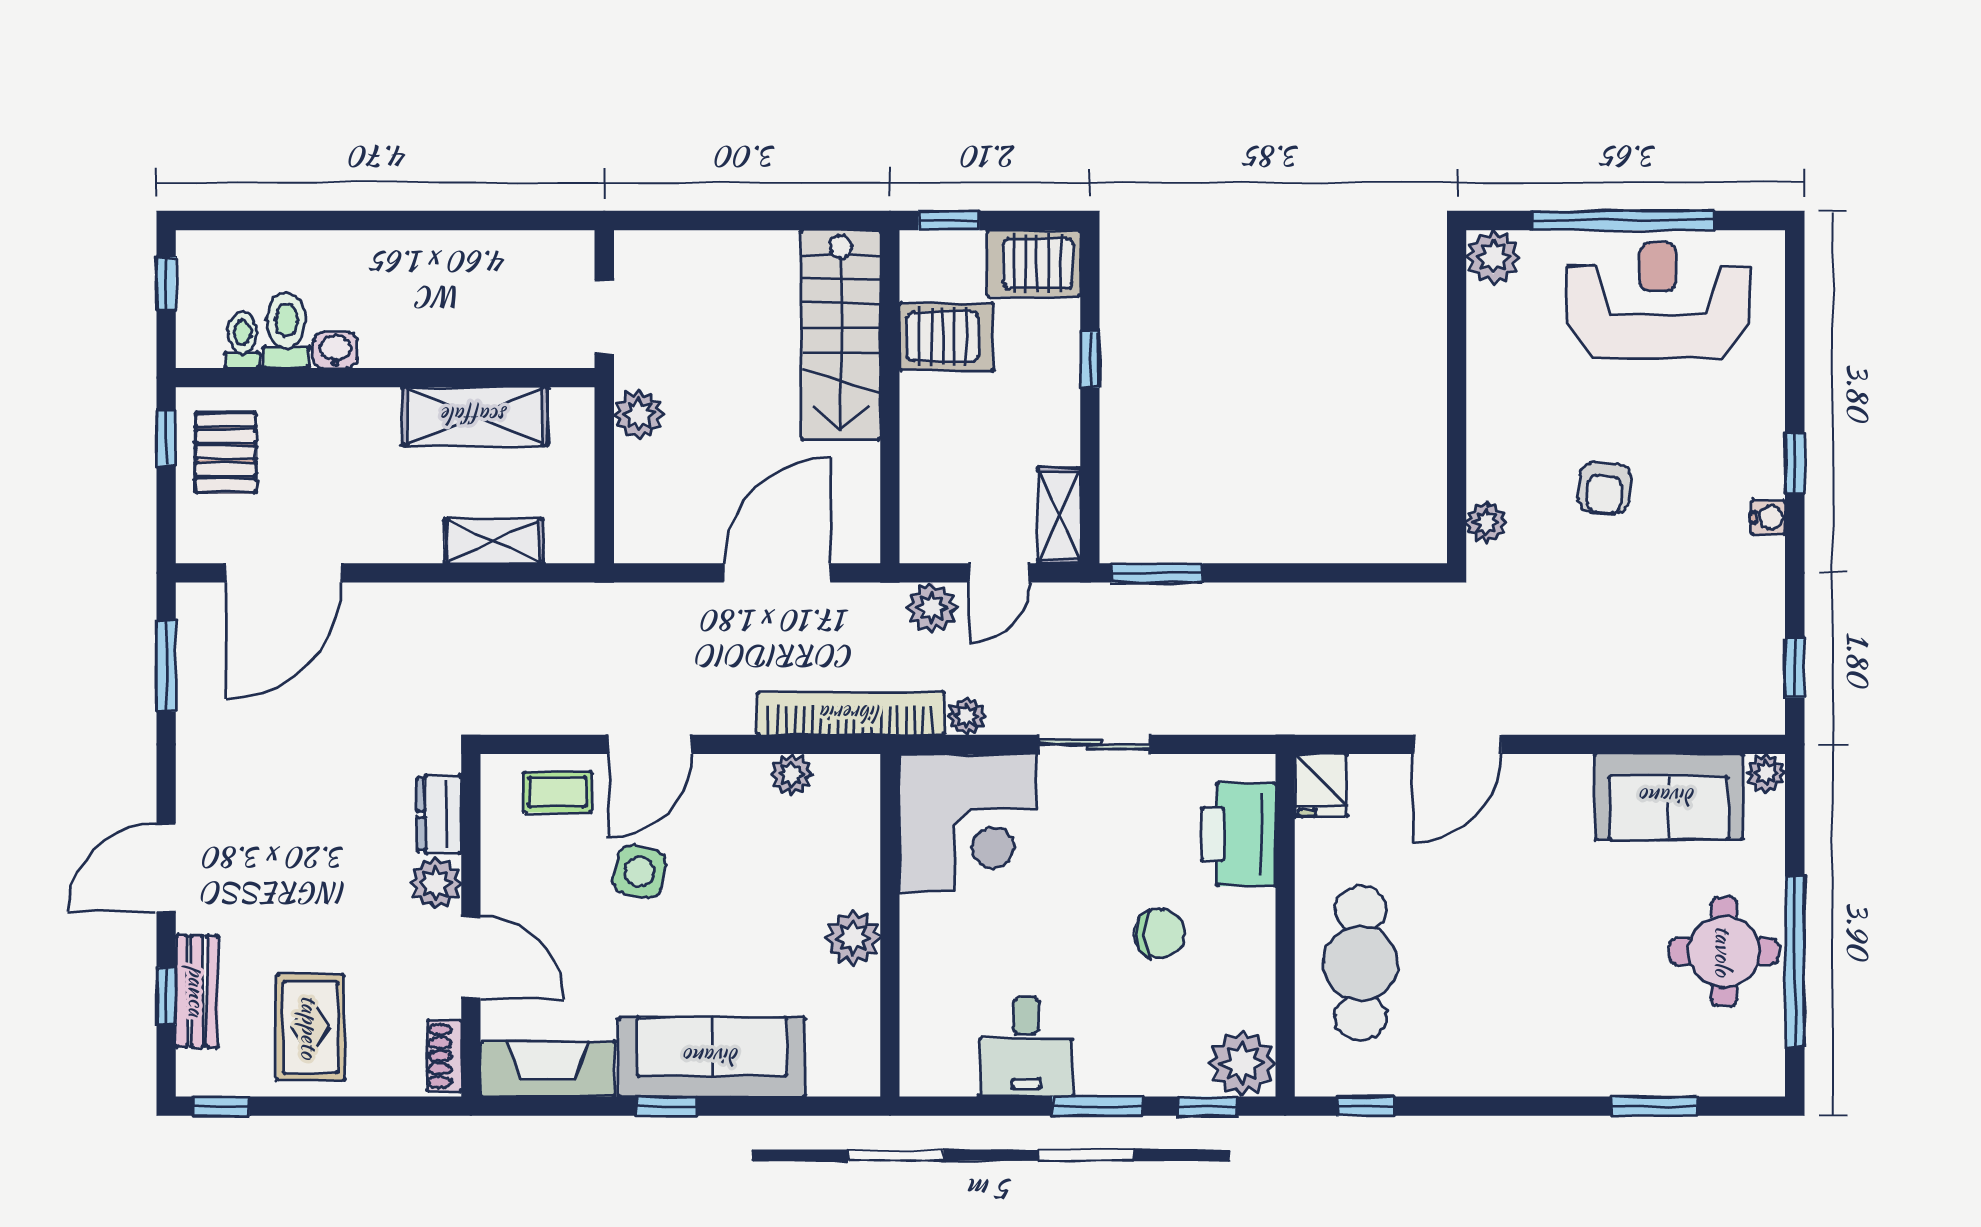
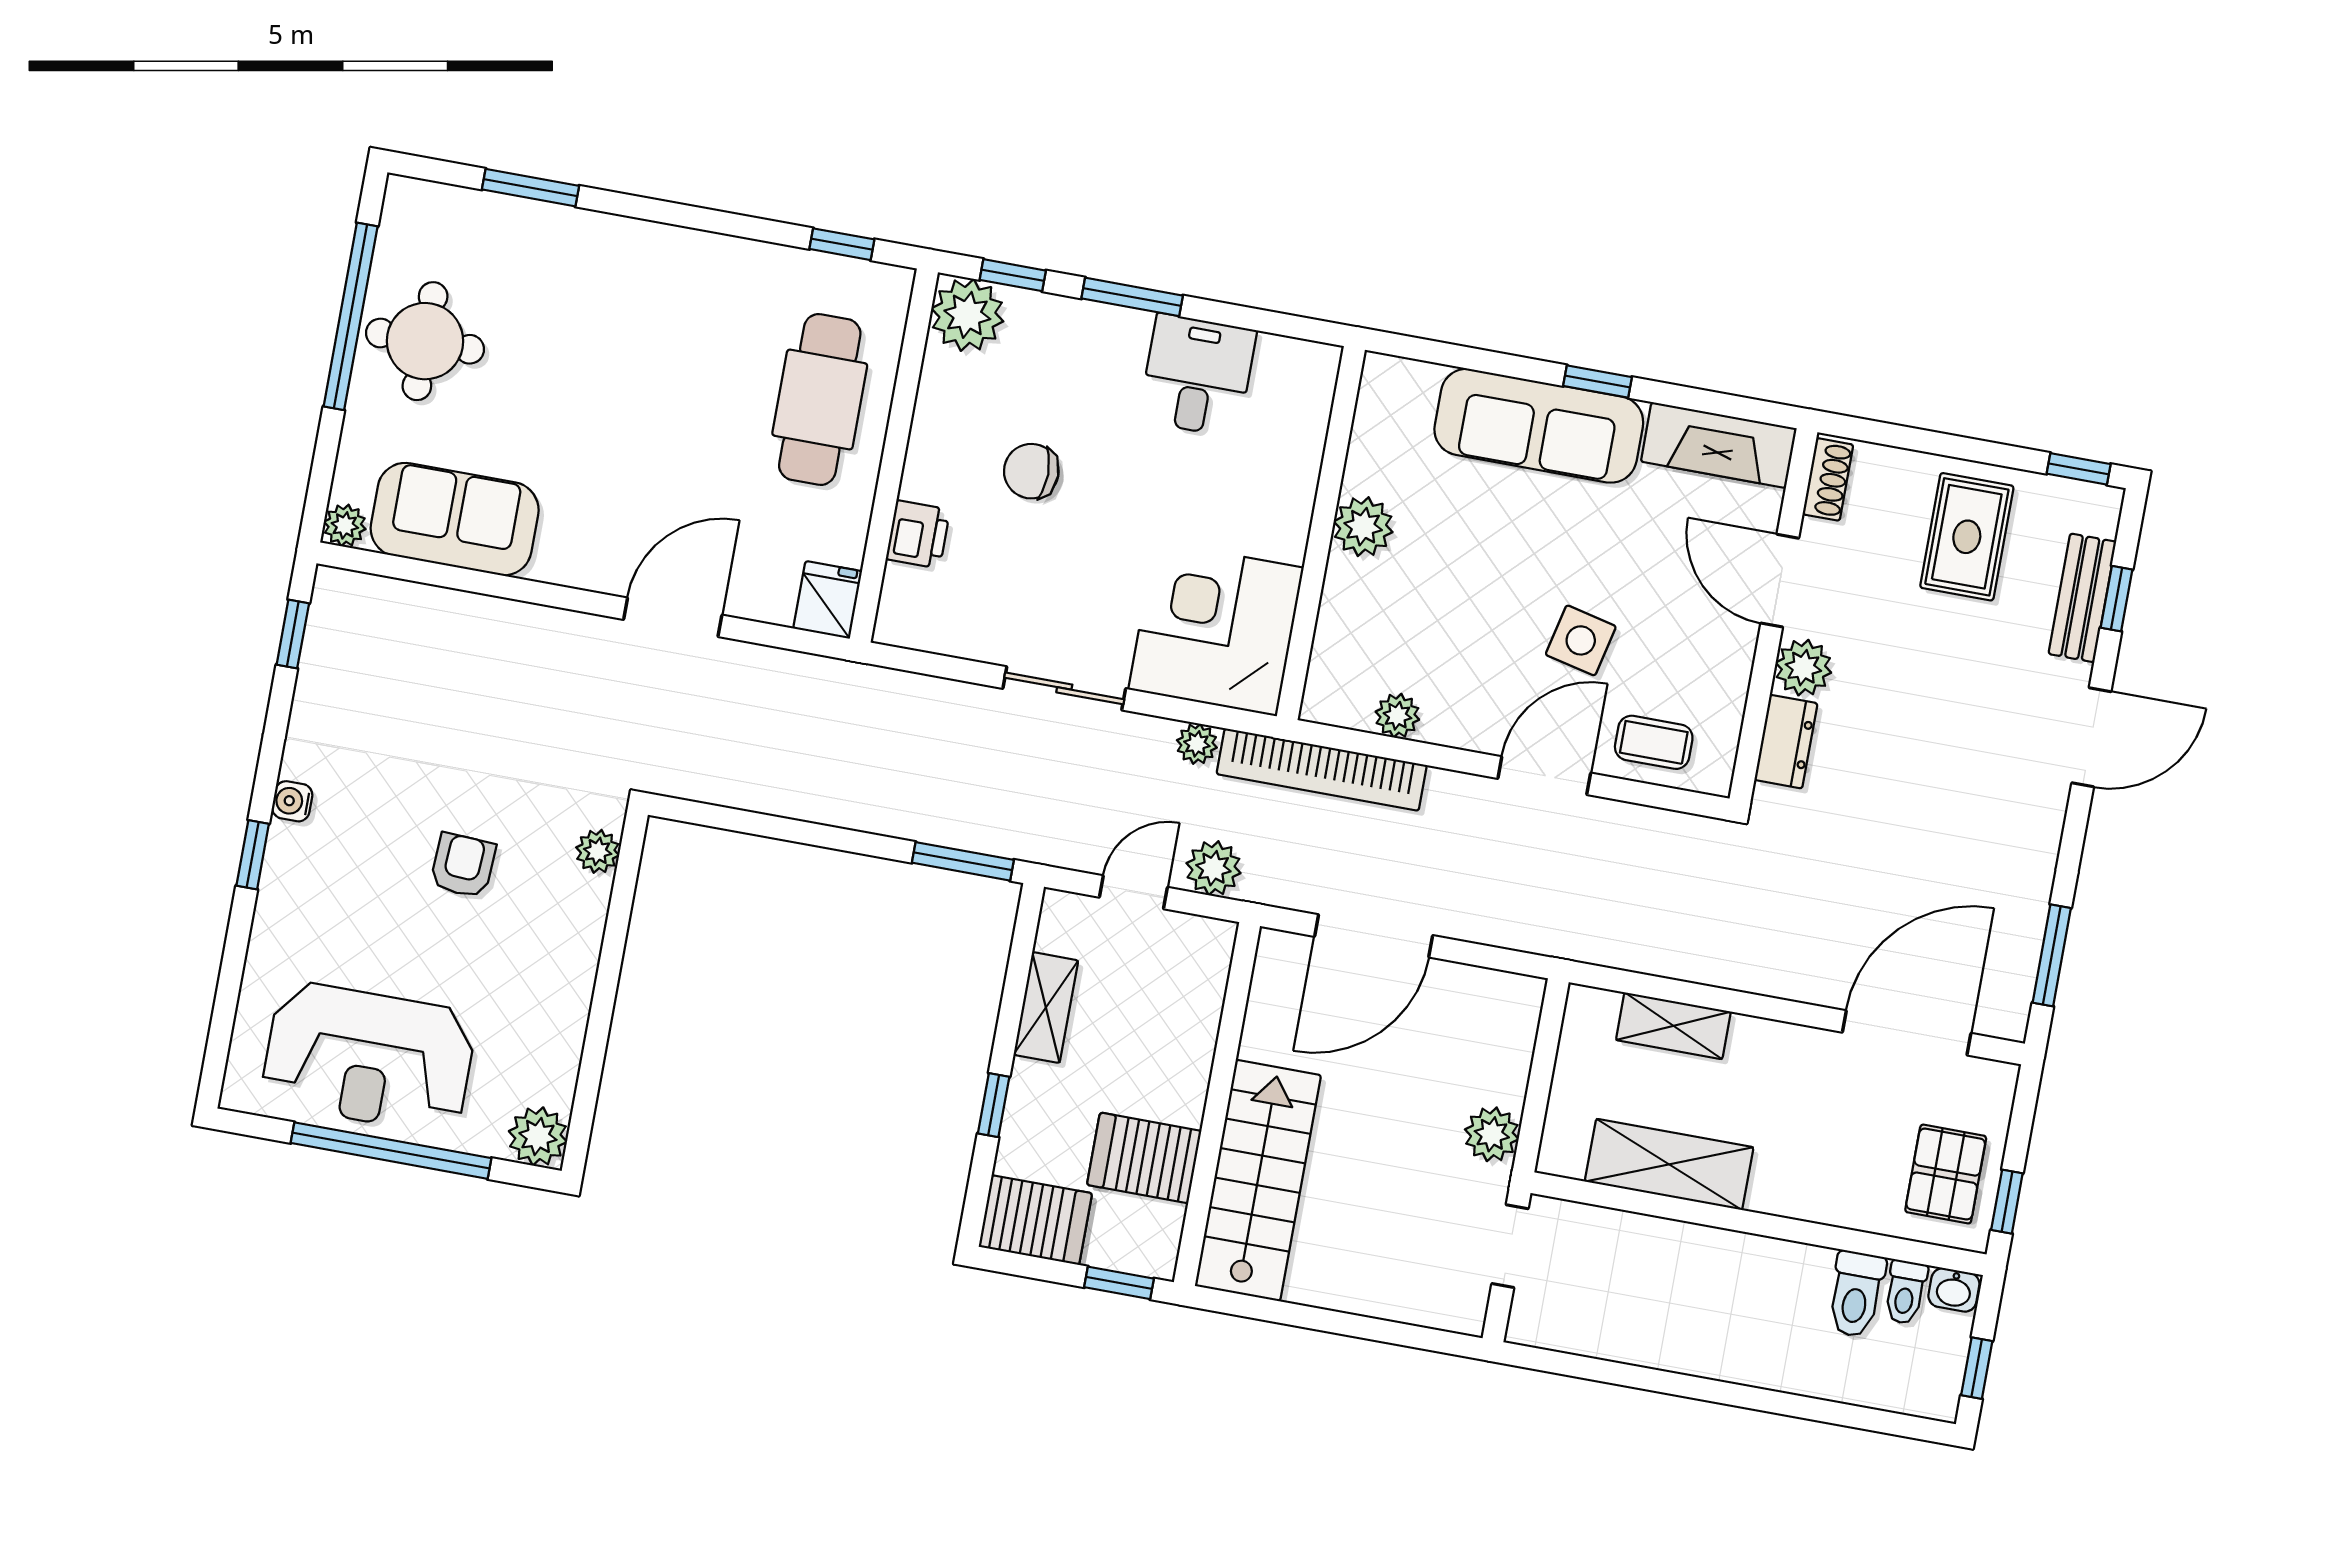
washbasin: (335, 350) -> (1954, 1290), moved
shelving: (1059, 516) -> (1046, 1008), moved
printer: (1239, 835) -> (918, 534), width x0.53, depth x0.68

